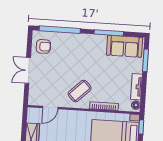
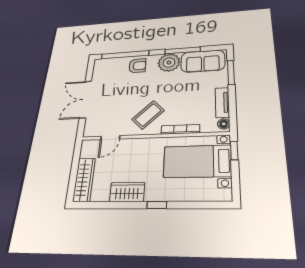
plant: (97, 44) -> (169, 63), added
armchair: (43, 46) -> (137, 66), moved
double door: (28, 70) -> (85, 99), width x1.37

